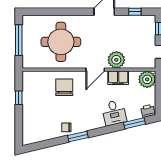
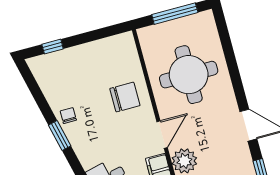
door: (95, 70) -> (162, 135), swing flipped
window: (19, 98) -> (53, 47), moved

